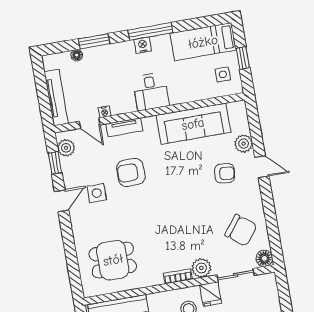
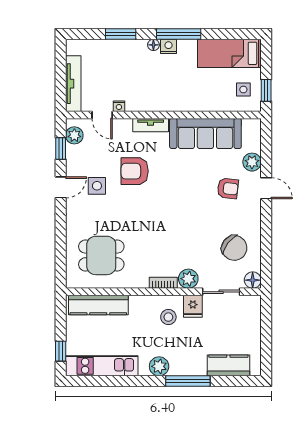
floor lamp: (77, 55) -> (153, 45), moved
window: (243, 58) -> (266, 90), moved
desk: (151, 92) -> (169, 94), removed
tv unit: (124, 127) -> (151, 125), moved

